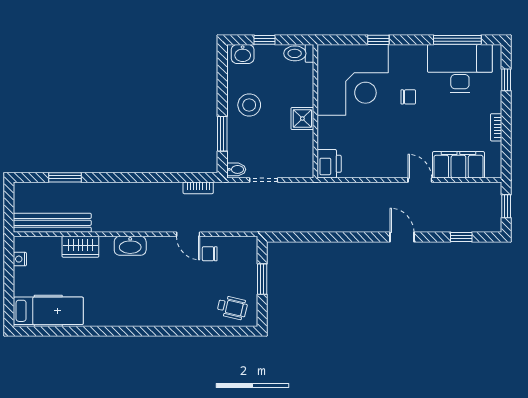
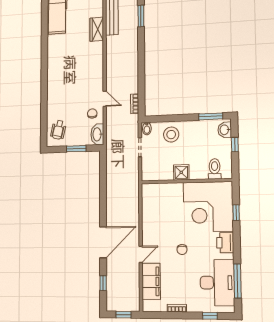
window: (378, 40) -> (236, 213), moved
toilet: (299, 53) -> (215, 169), moved
chair: (408, 97) -> (182, 250), moved
stool: (249, 105) -> (171, 135), moved
window: (222, 134) -> (211, 116), moved
printer: (329, 164) -> (225, 243), moved, turned 90
door: (188, 234) -> (105, 99), swing flipped
door: (402, 237) -> (103, 242), width x1.88
washbasin: (130, 246) -> (97, 134), moved

